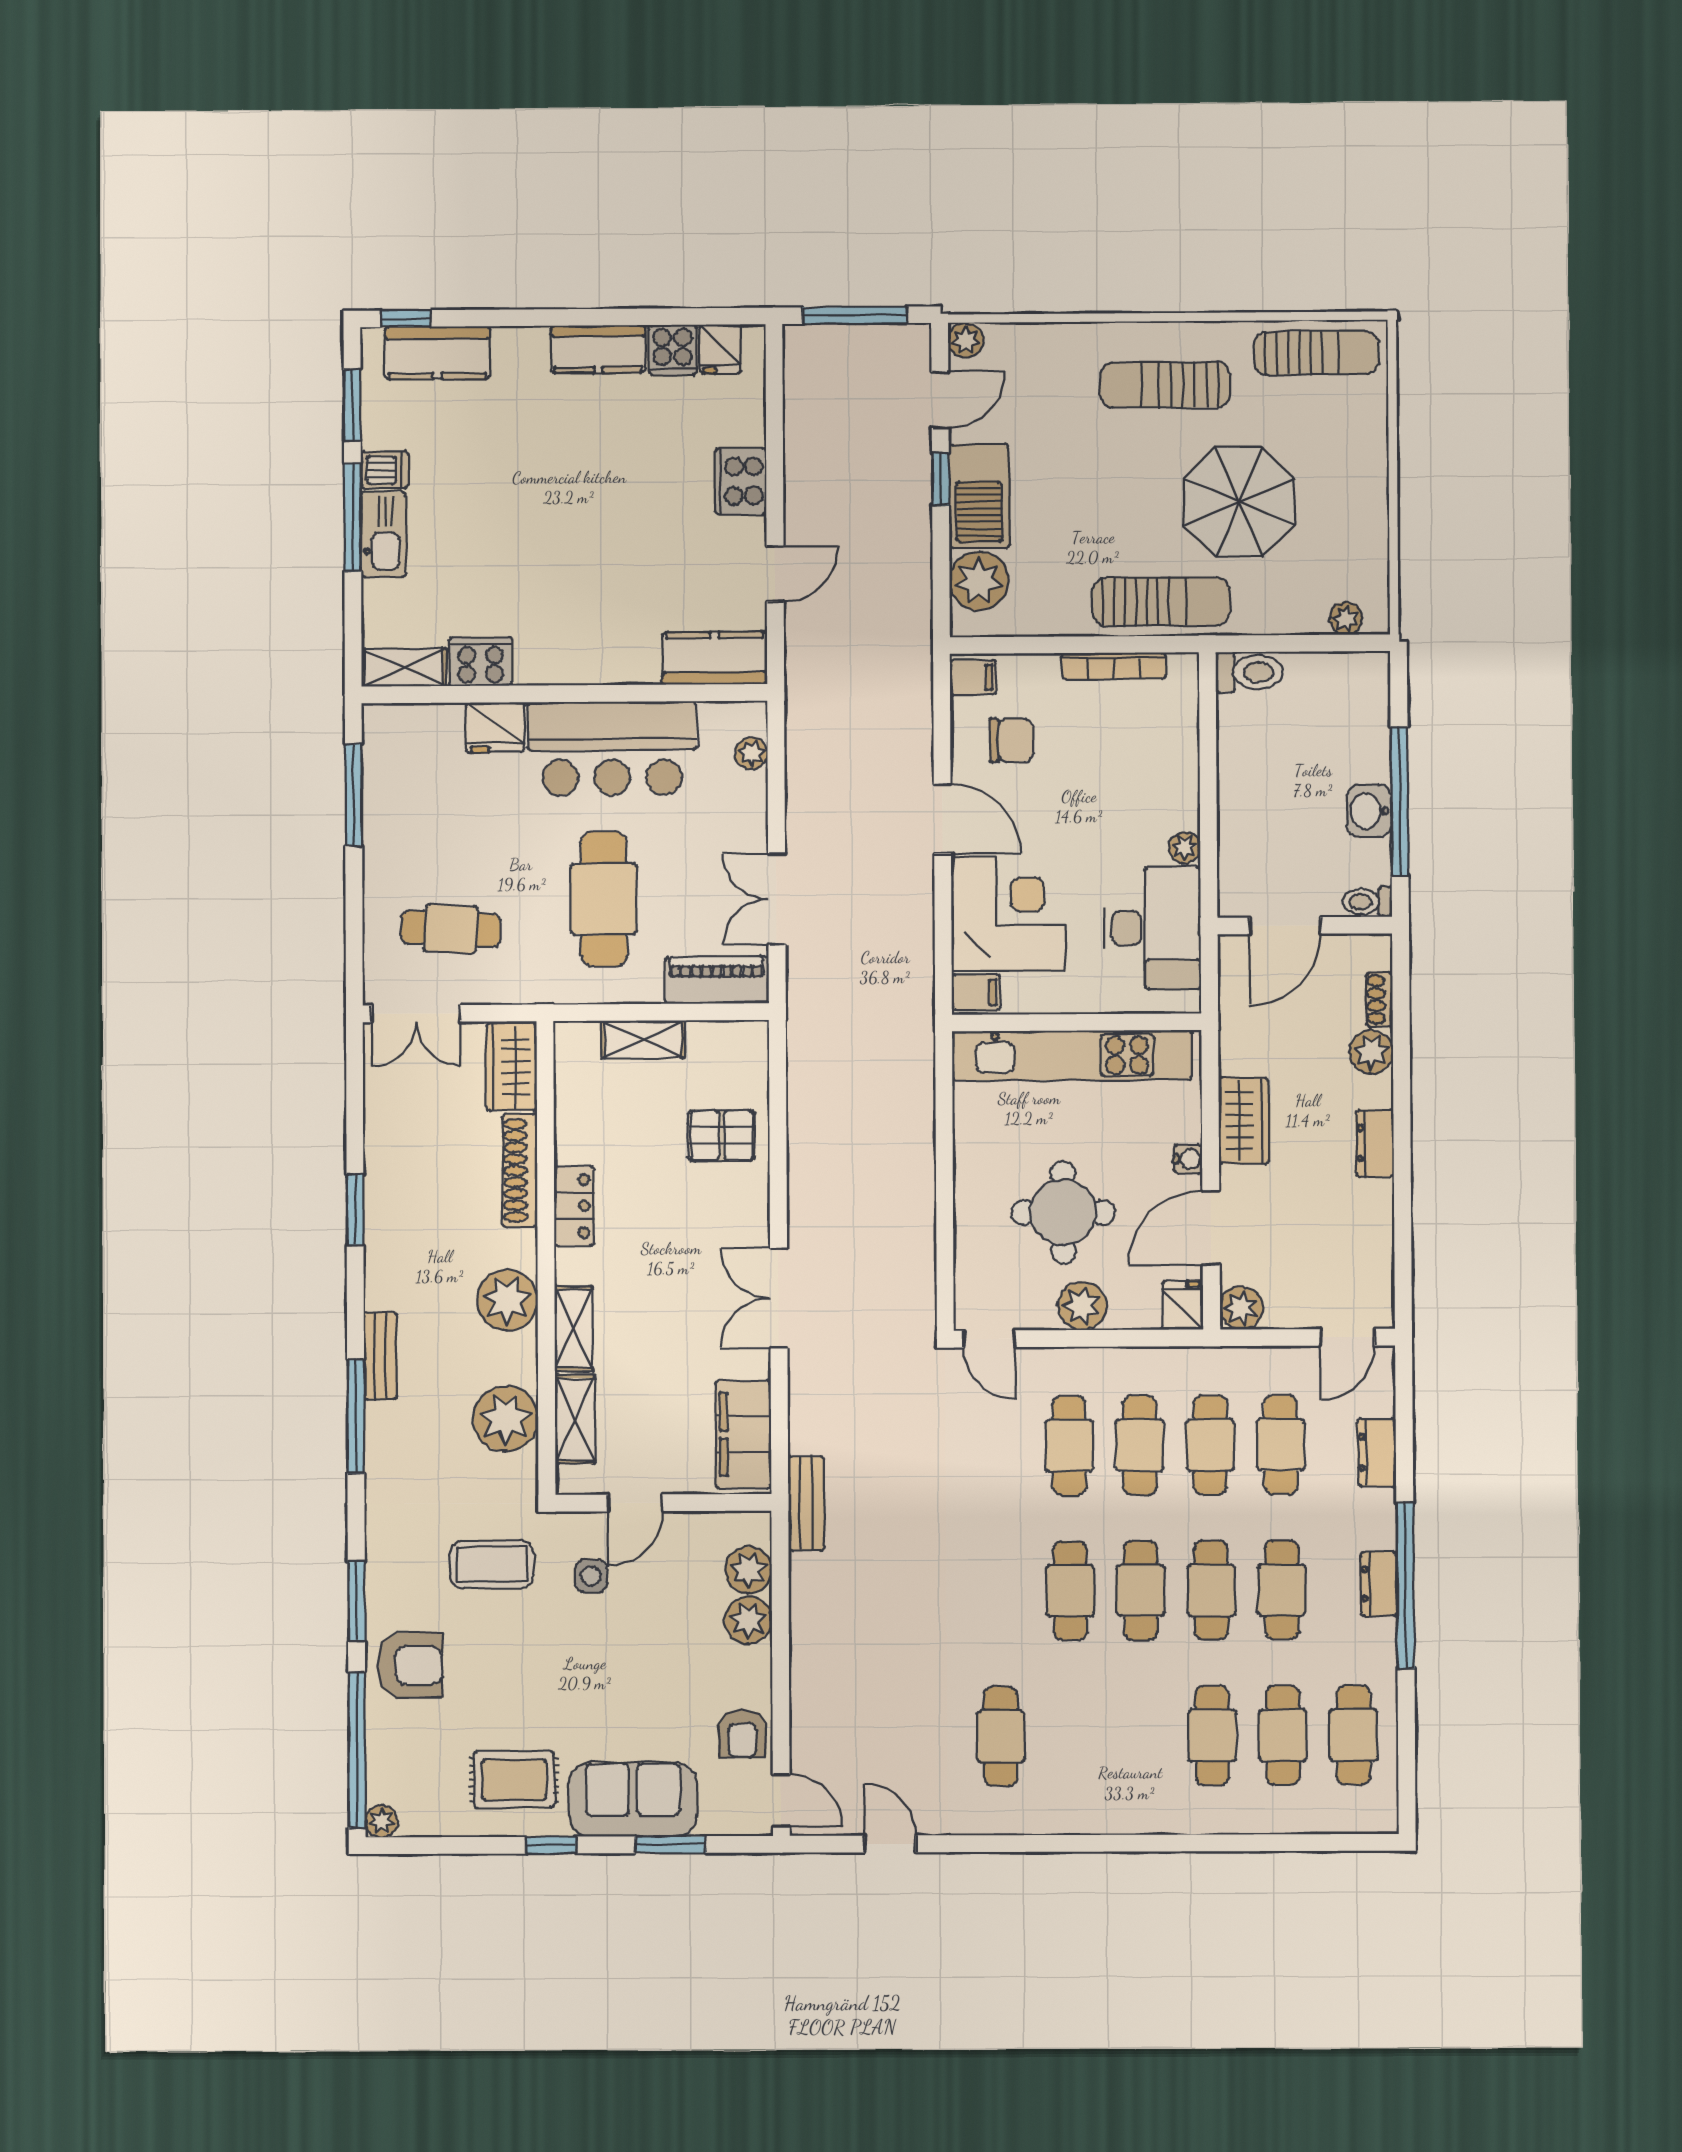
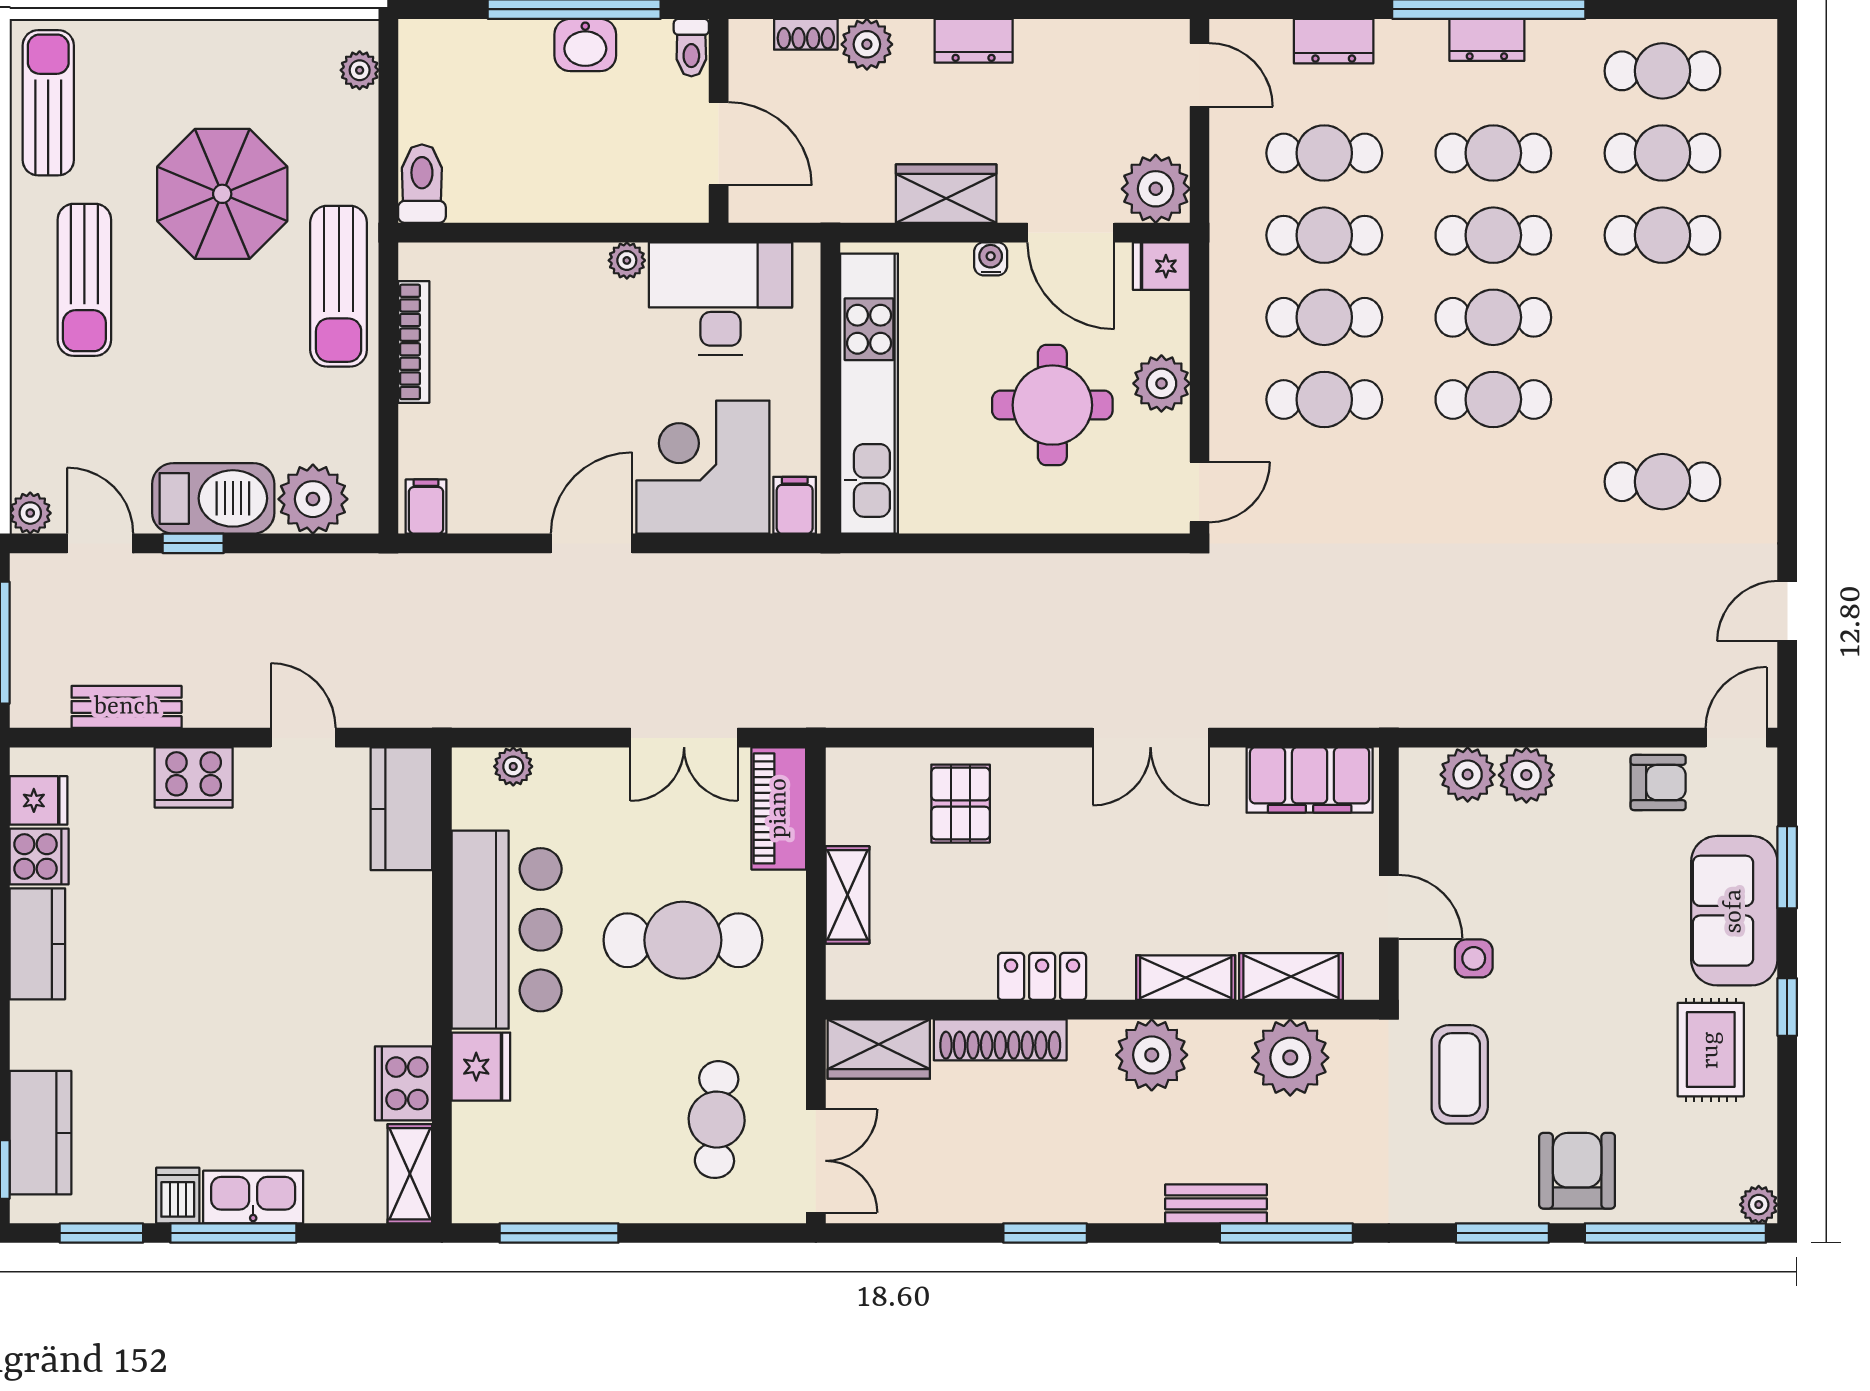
sun lounger: (1161, 602) -> (339, 286), turned 180
chair: (1011, 740) -> (500, 462), removed
plant: (1241, 1308) -> (1156, 189), width x1.36, depth x1.36
bench: (806, 1503) -> (127, 707), moved

